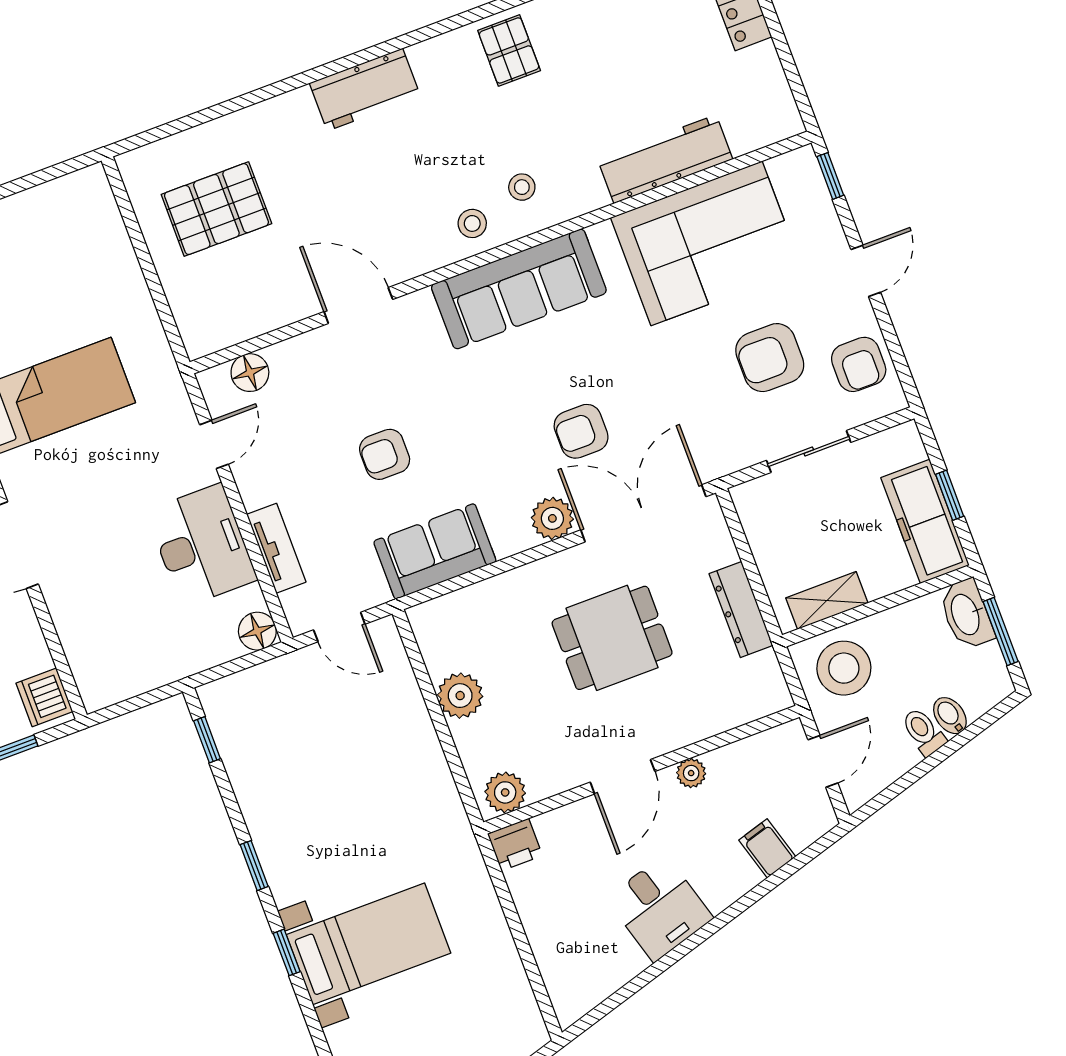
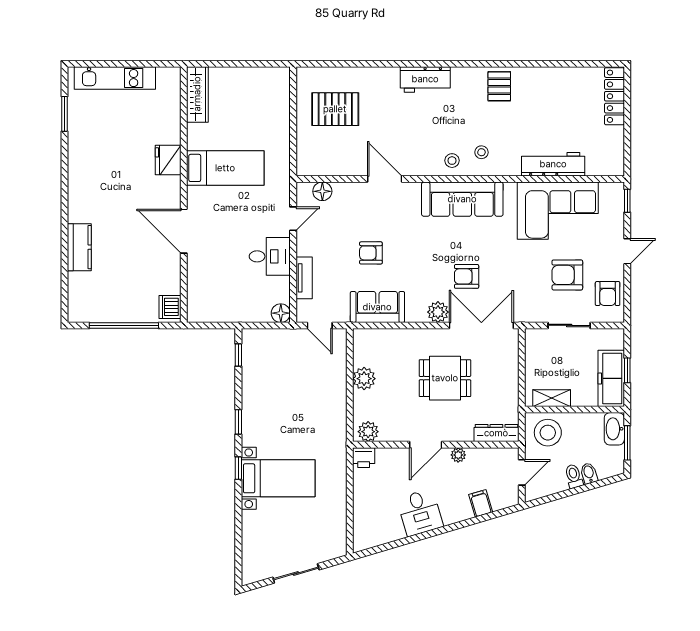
desk: (202, 545) -> (270, 256), width x0.73
dresser: (741, 610) -> (496, 433), moved, turned 90

